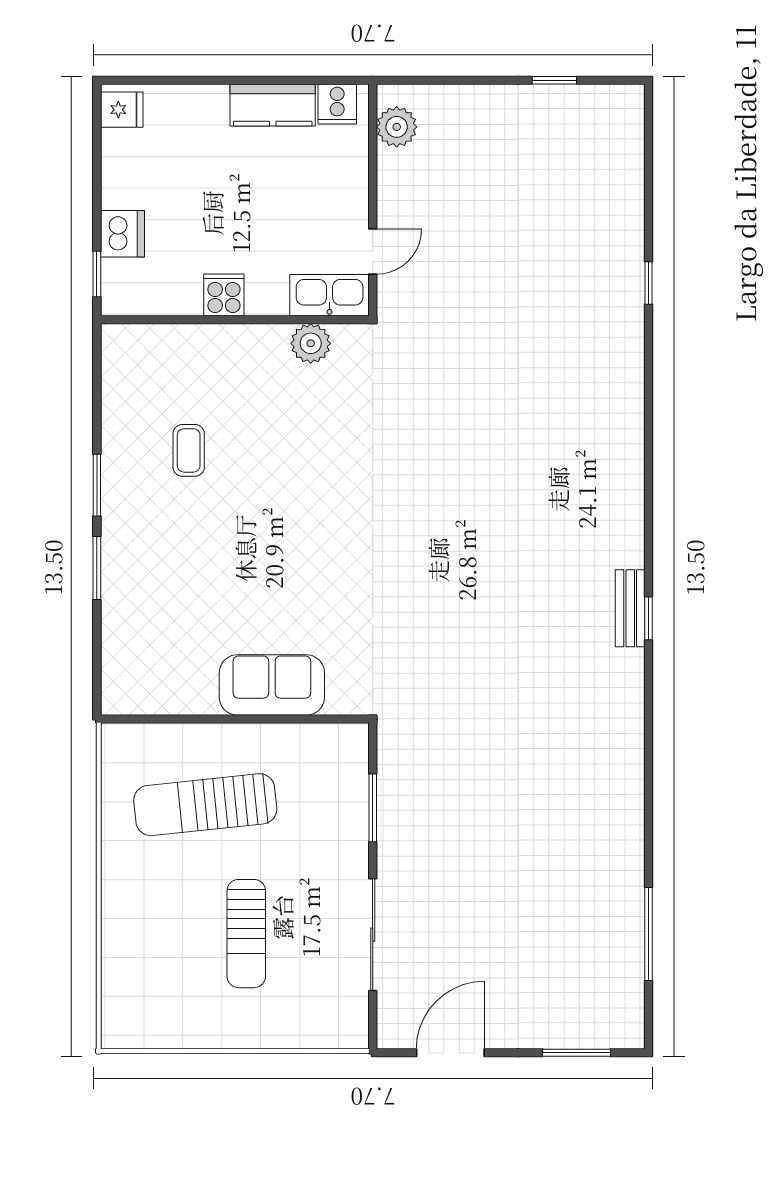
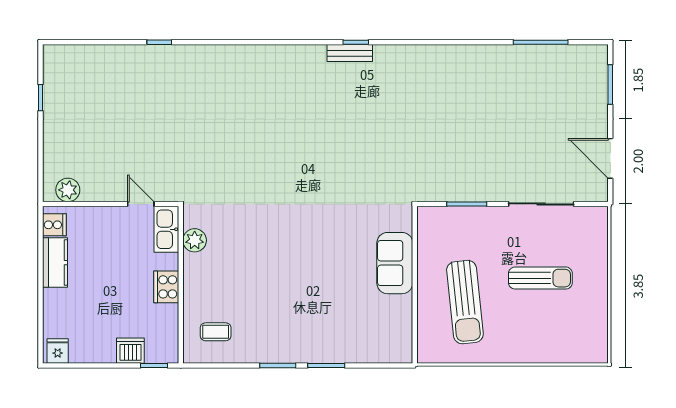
cooker: (224, 295) -> (166, 287), width x1.36
coffee table: (189, 450) -> (216, 332), moved

